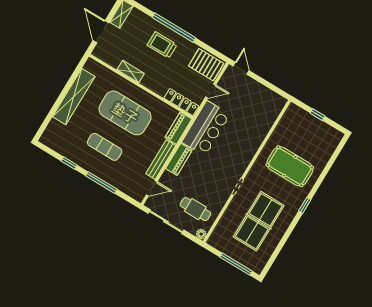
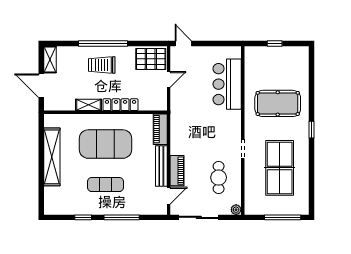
locker: (181, 102) -> (121, 105), moved
bar counter: (206, 128) -> (227, 84), moved, turned 180
piano: (179, 159) -> (177, 171), moved
cafe table: (195, 209) -> (219, 178), moved, turned 90

